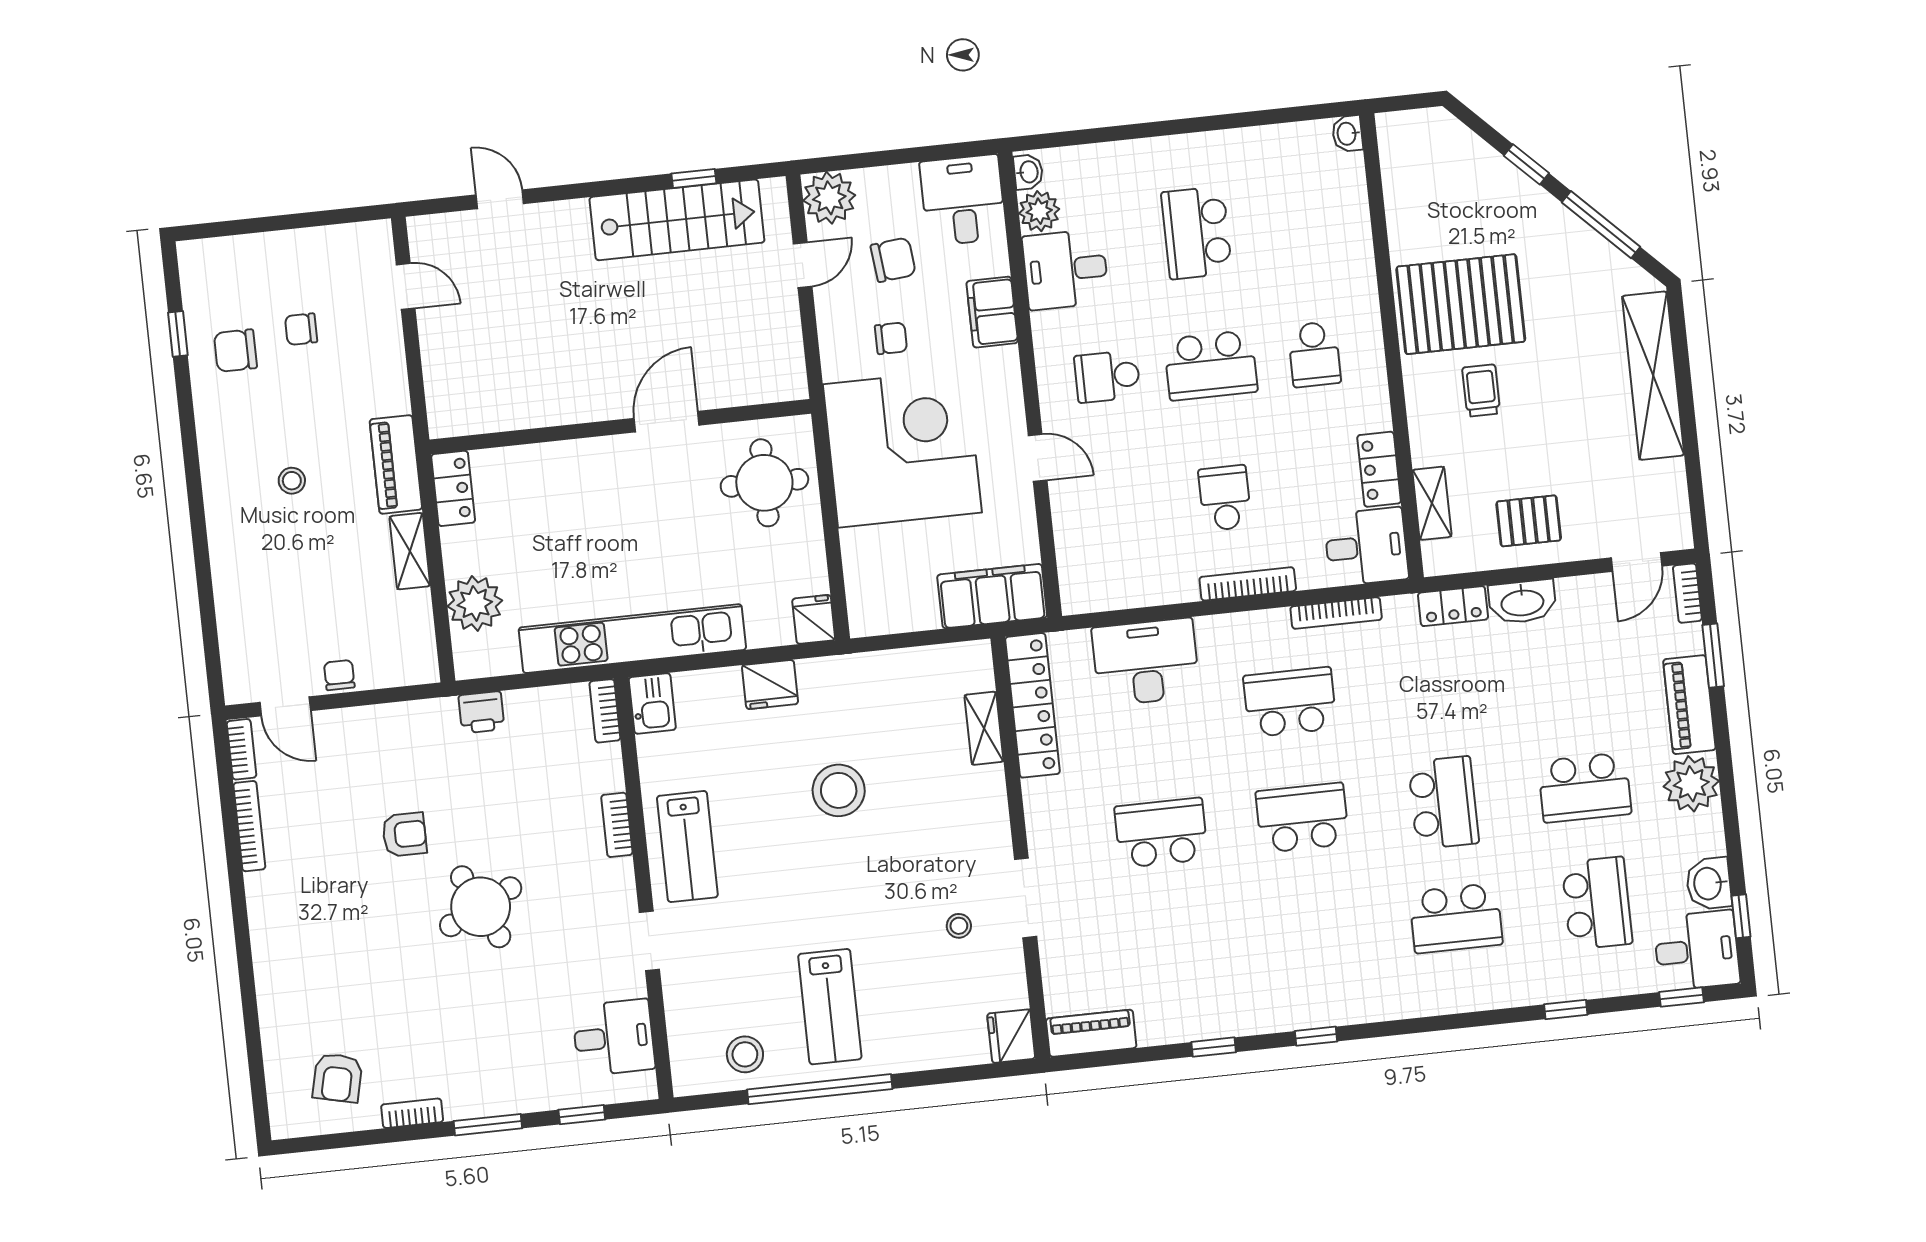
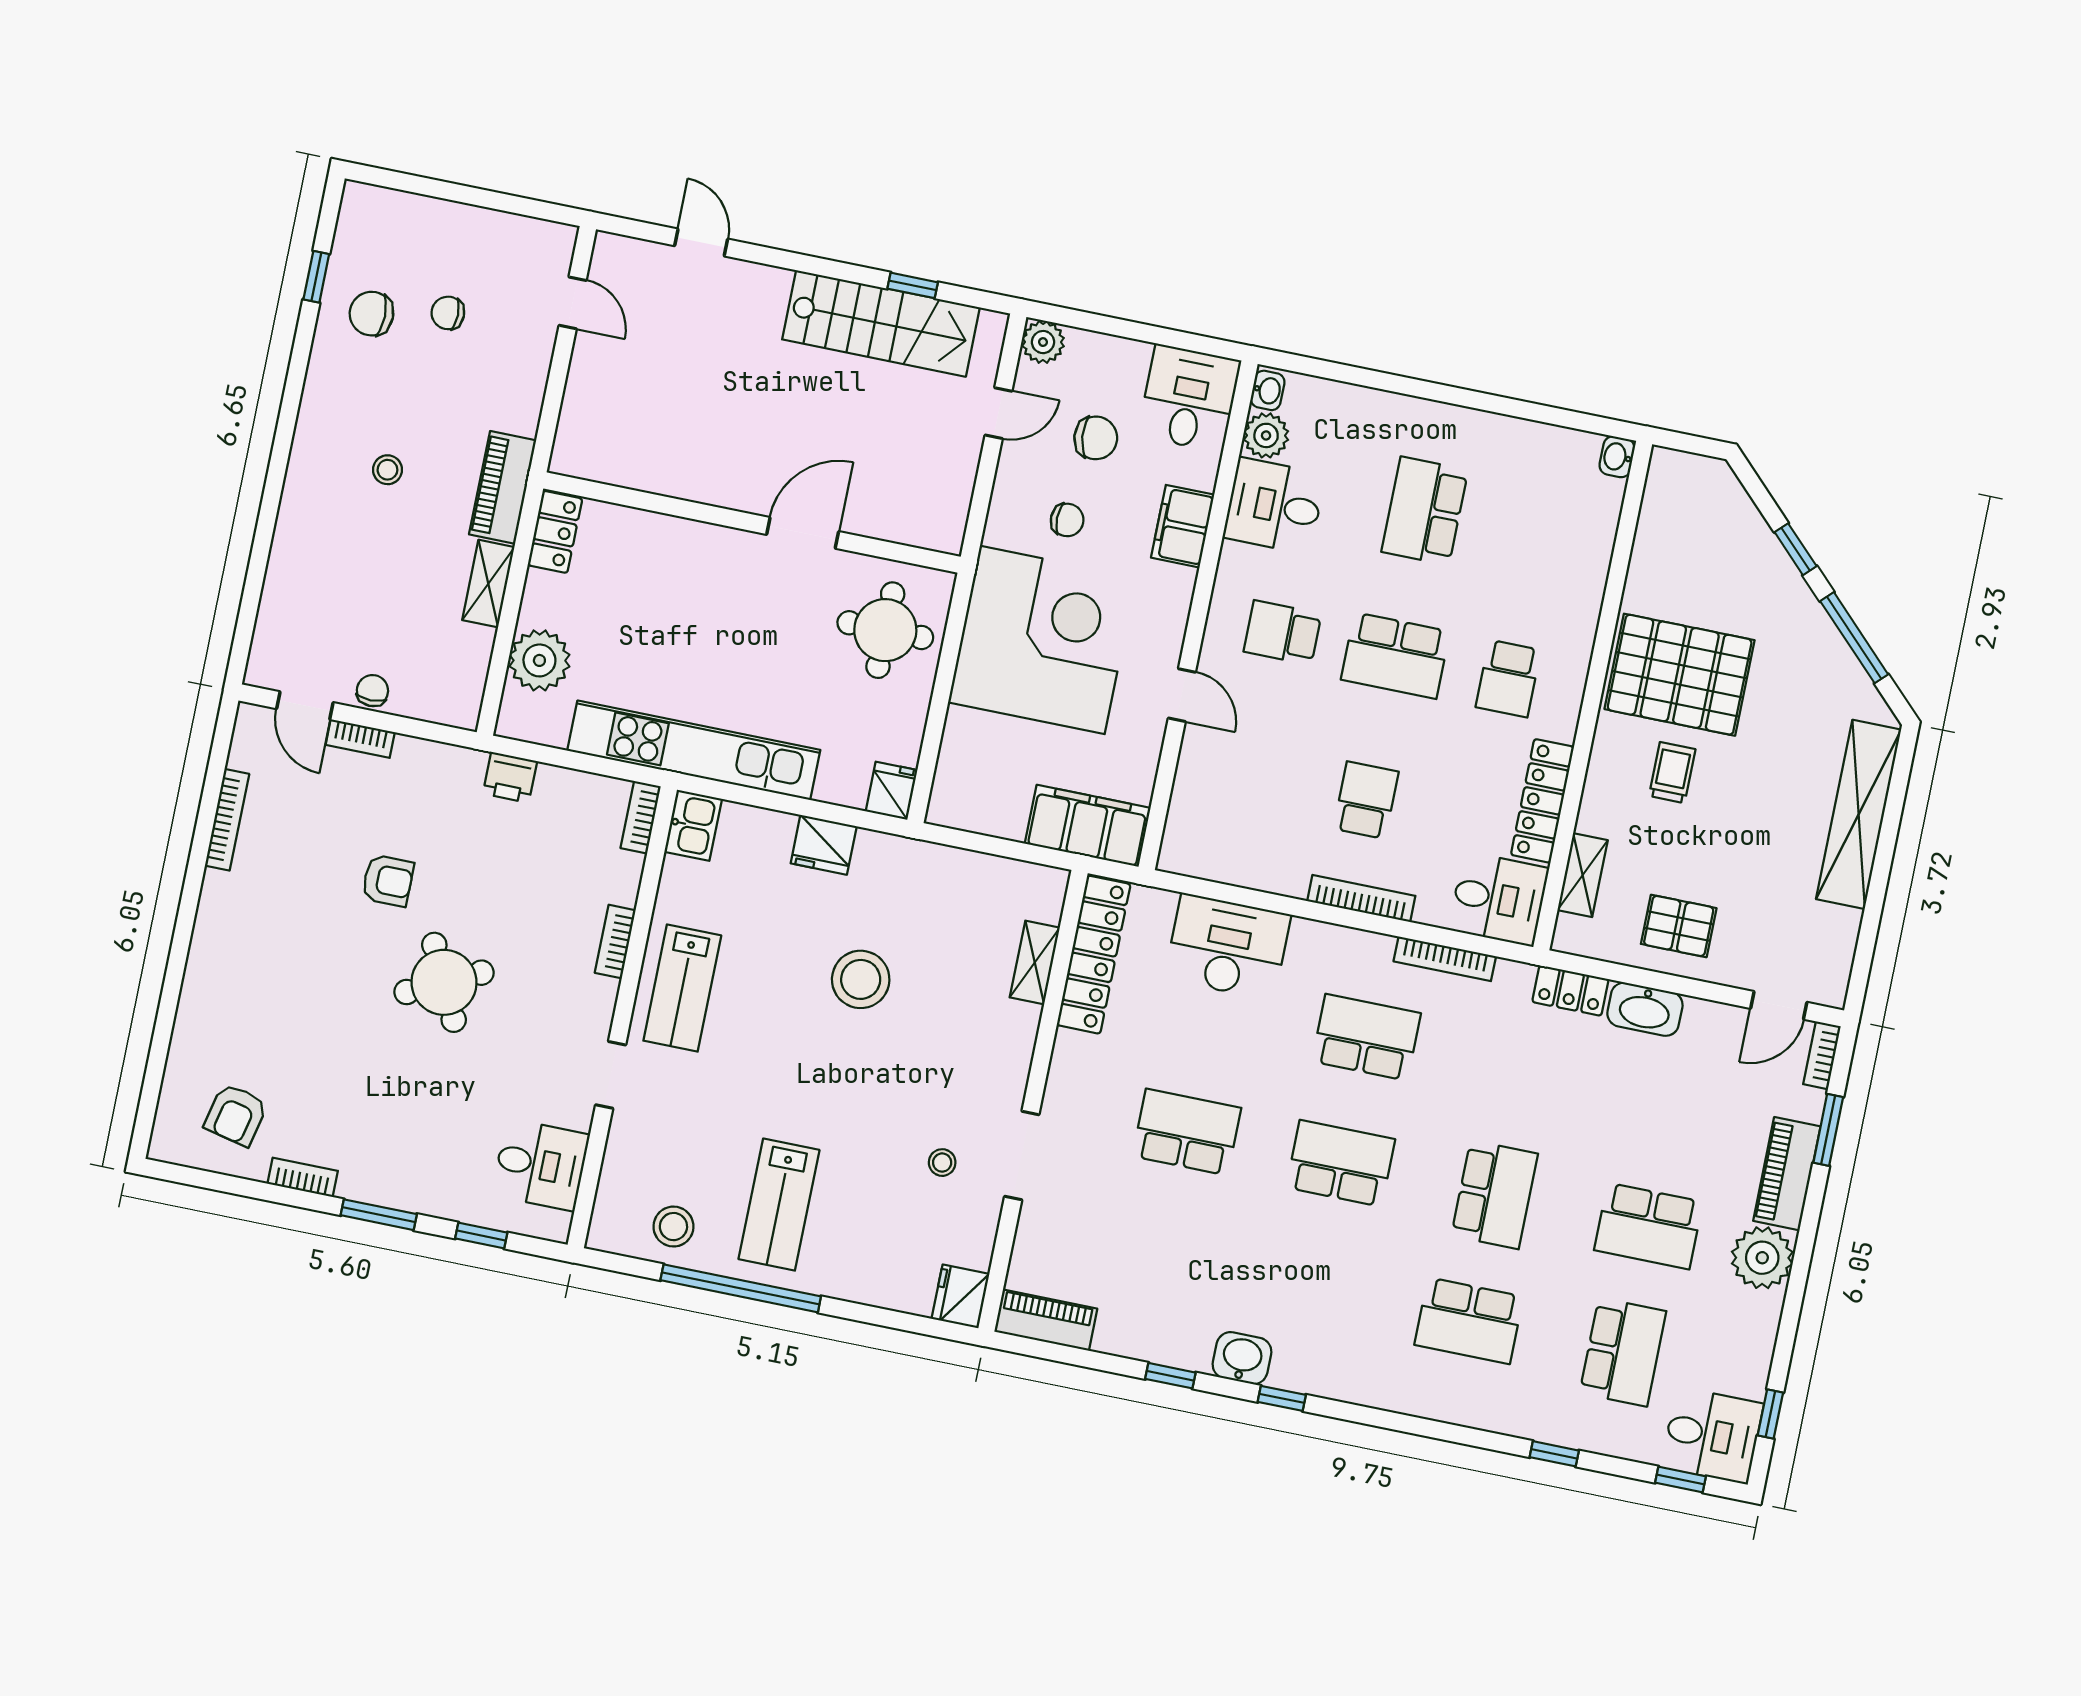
plant: (829, 198) -> (1043, 342), width x0.73, depth x0.73
locker: (1379, 469) -> (1542, 801), width x1.53
bookcase: (242, 749) -> (360, 739), moved, turned 90
washbasin: (1709, 883) -> (1242, 1358), moved, turned 90

